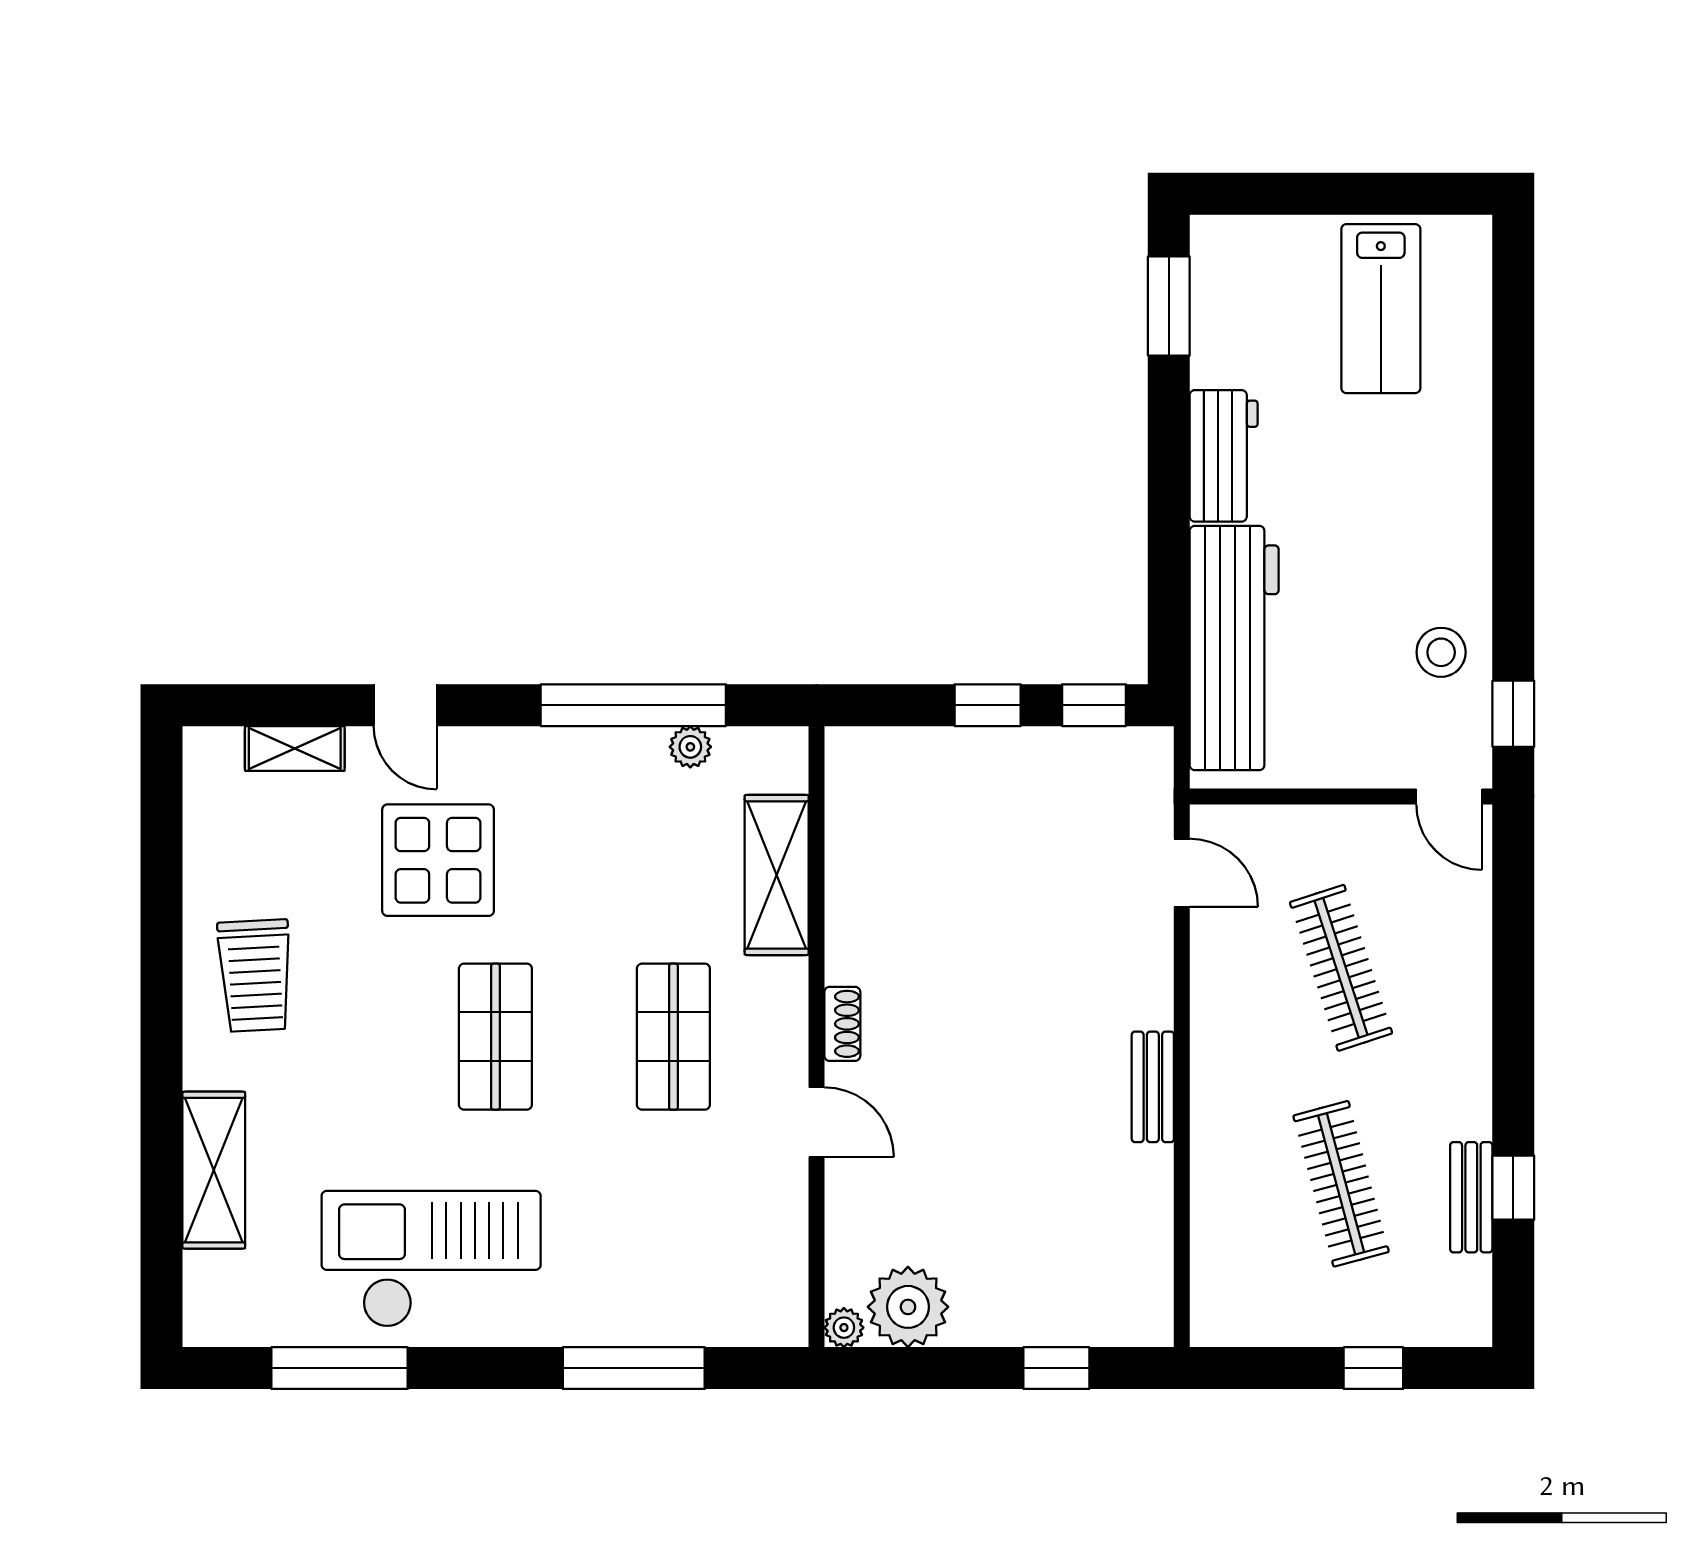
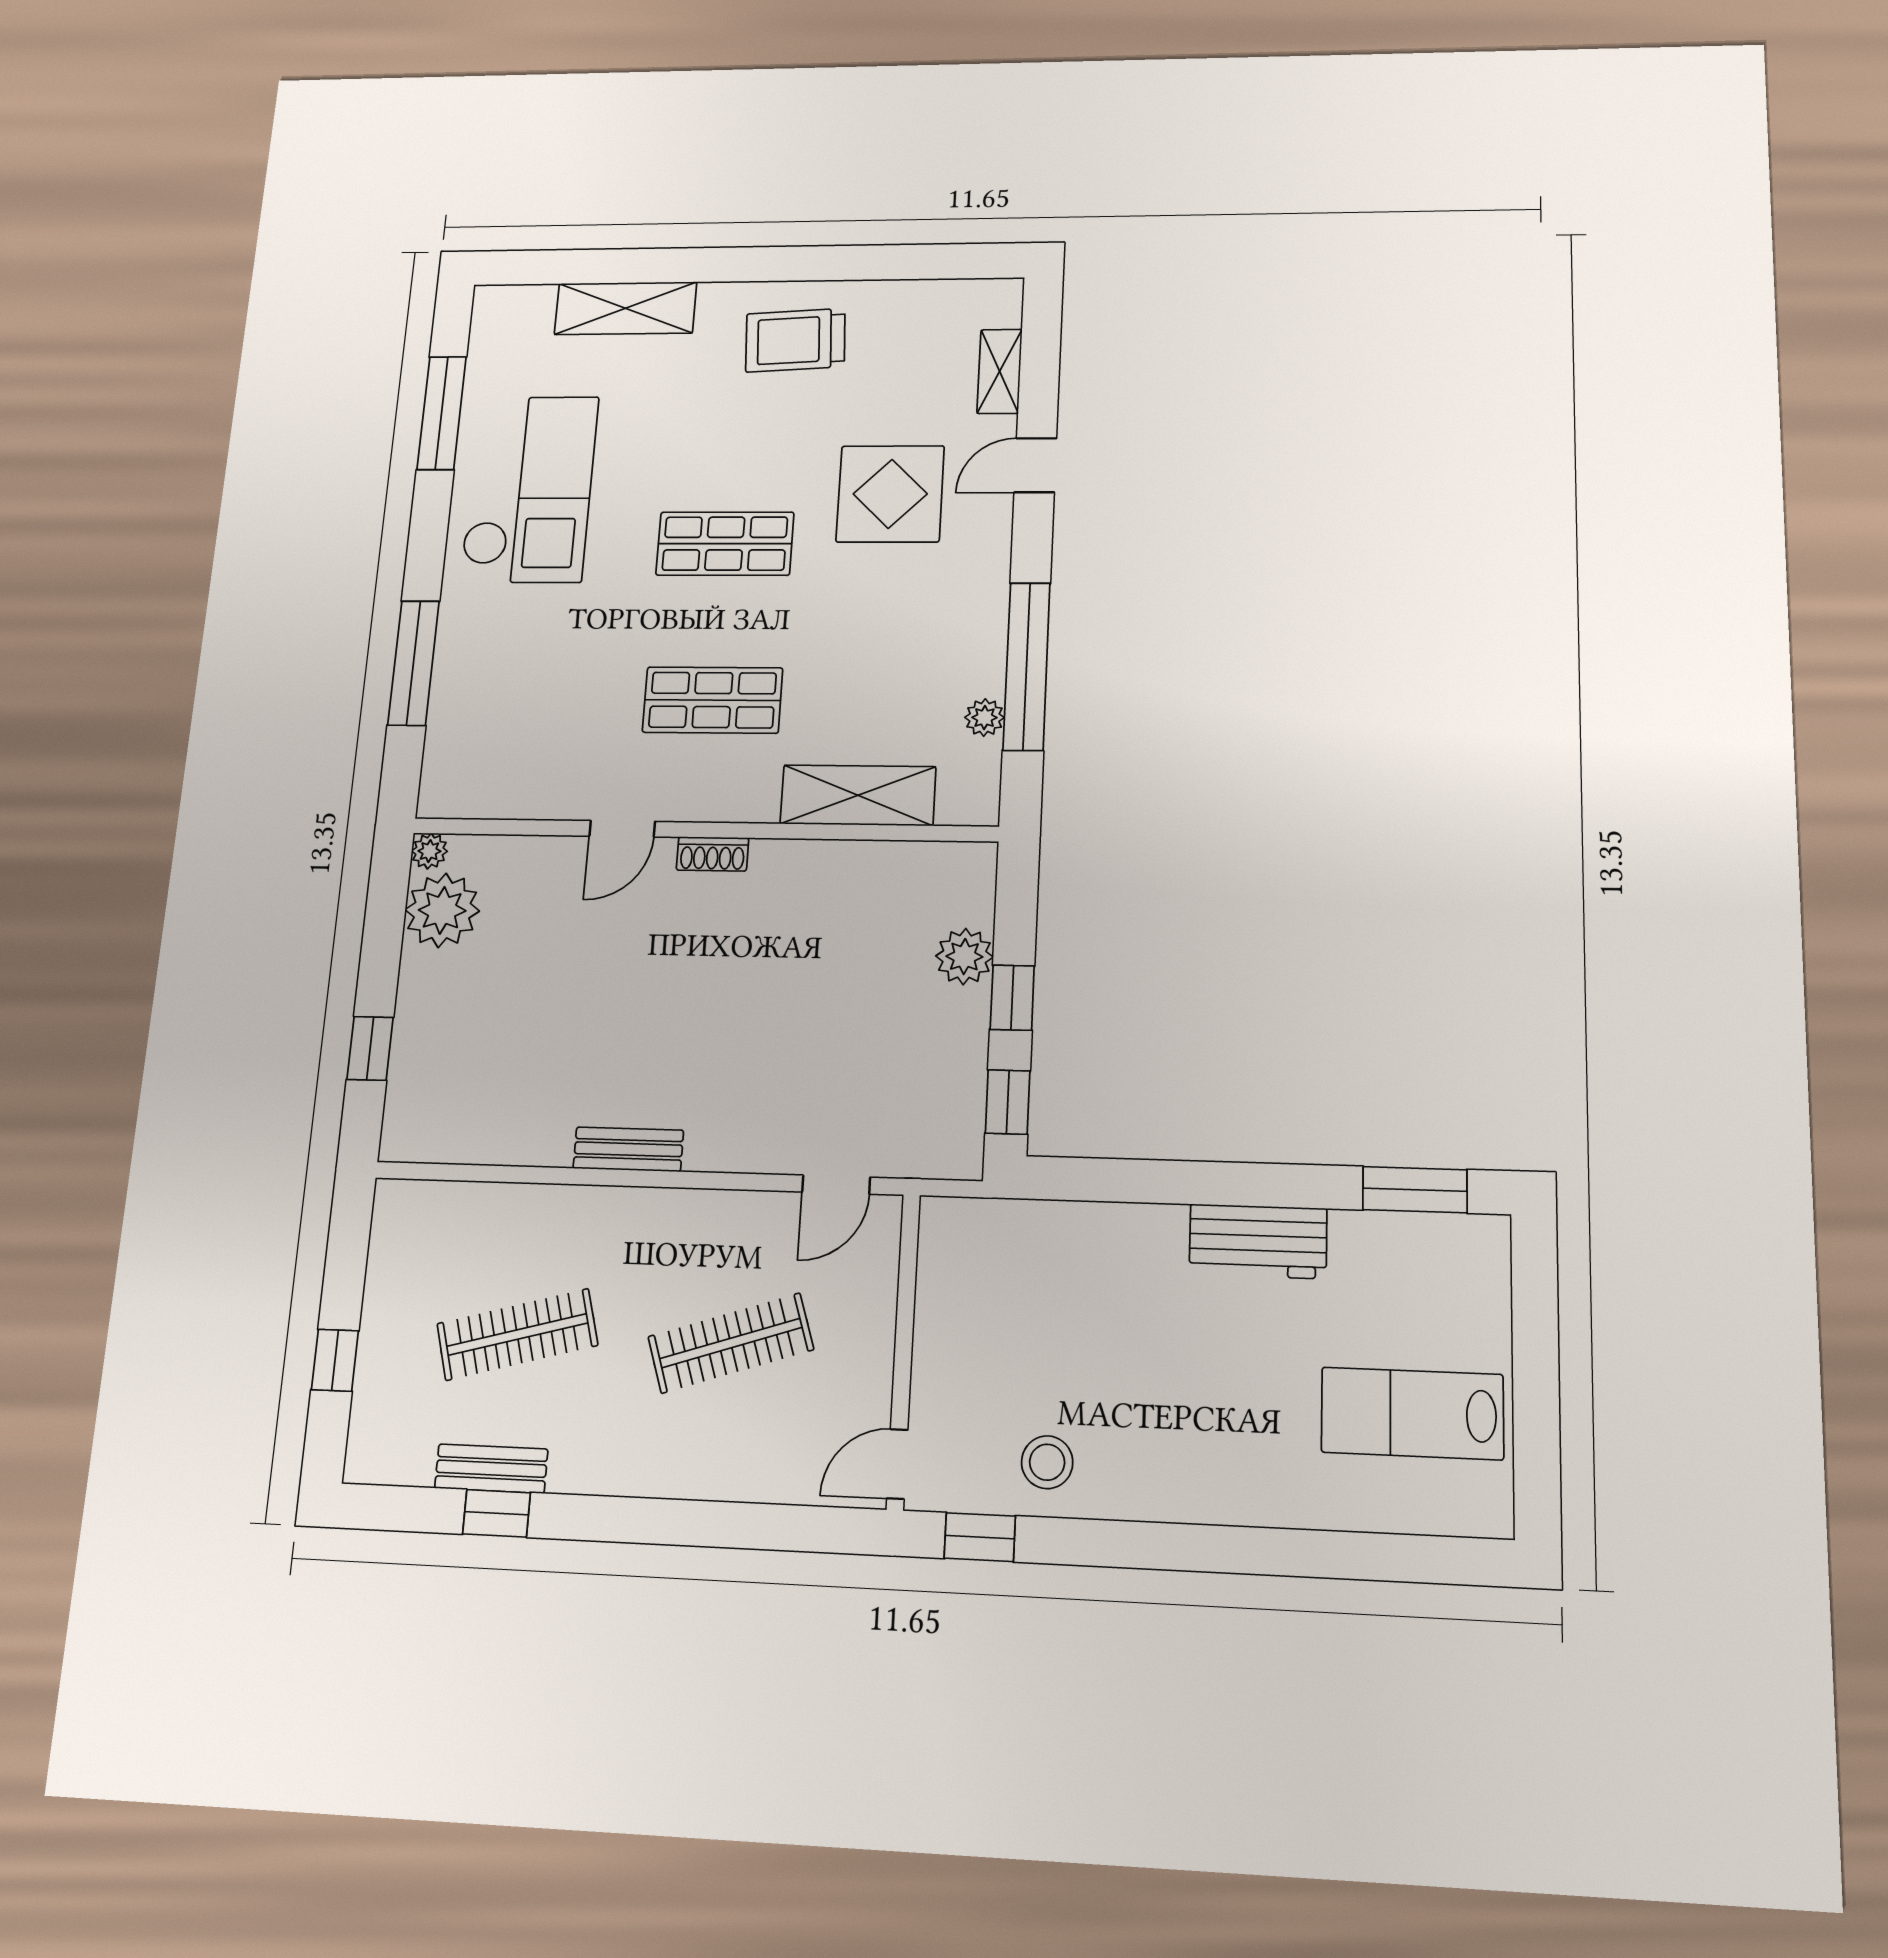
workbench: (1234, 648) -> (1060, 1245), removed
plant: (946, 756) -> (964, 957), added

